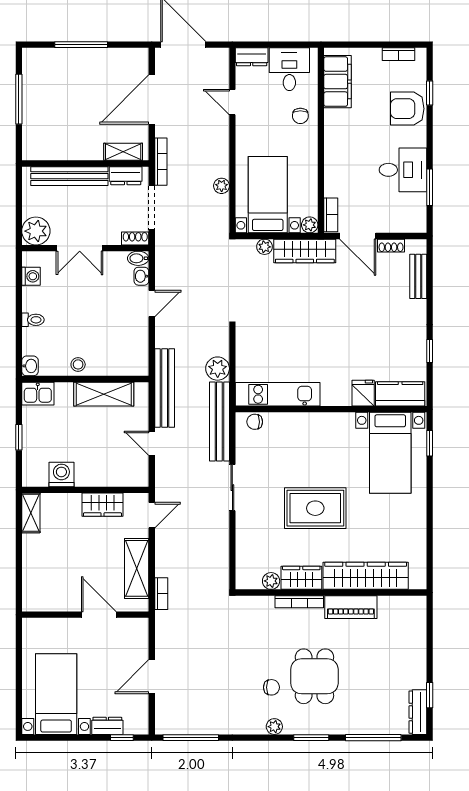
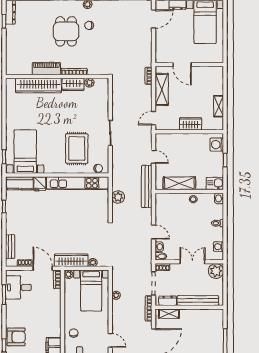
desk: (403, 170) -> (18, 287), moved
door: (152, 304) -> (154, 232), swing flipped
kitchen unit: (278, 394) -> (78, 183), width x1.36
bench: (219, 422) -> (117, 168), removed
washing machine: (61, 474) -> (217, 145), moved, turned 90
wardrobe: (103, 505) -> (191, 124), moved
rug: (315, 508) -> (77, 149), moved, turned 90
shelving: (31, 513) -> (219, 106), moved
door: (152, 677) -> (154, 19), moved

